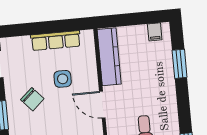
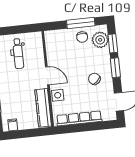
row of seats: (56, 41) -> (79, 118), width x1.36
side table: (63, 79) -> (58, 95), moved

